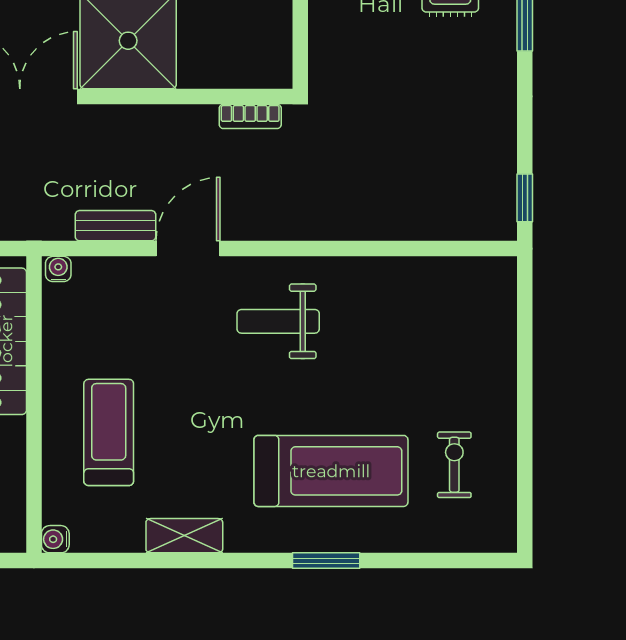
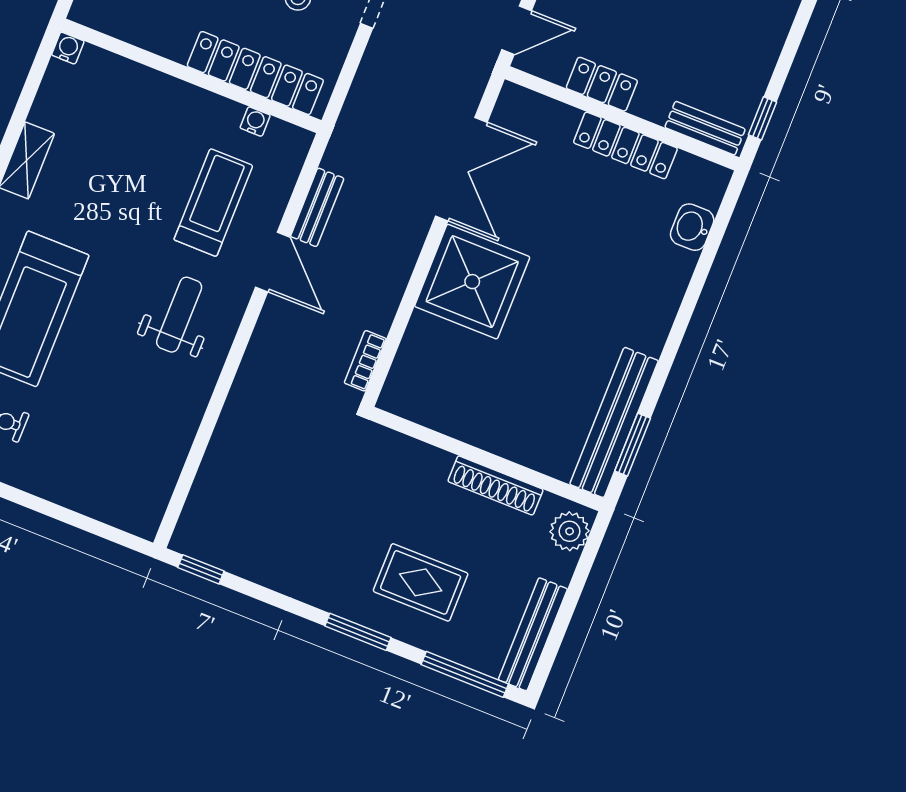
water cooler: (58, 269) -> (255, 122), moved, turned -90
treadmill: (109, 432) -> (213, 203), moved, turned -90

